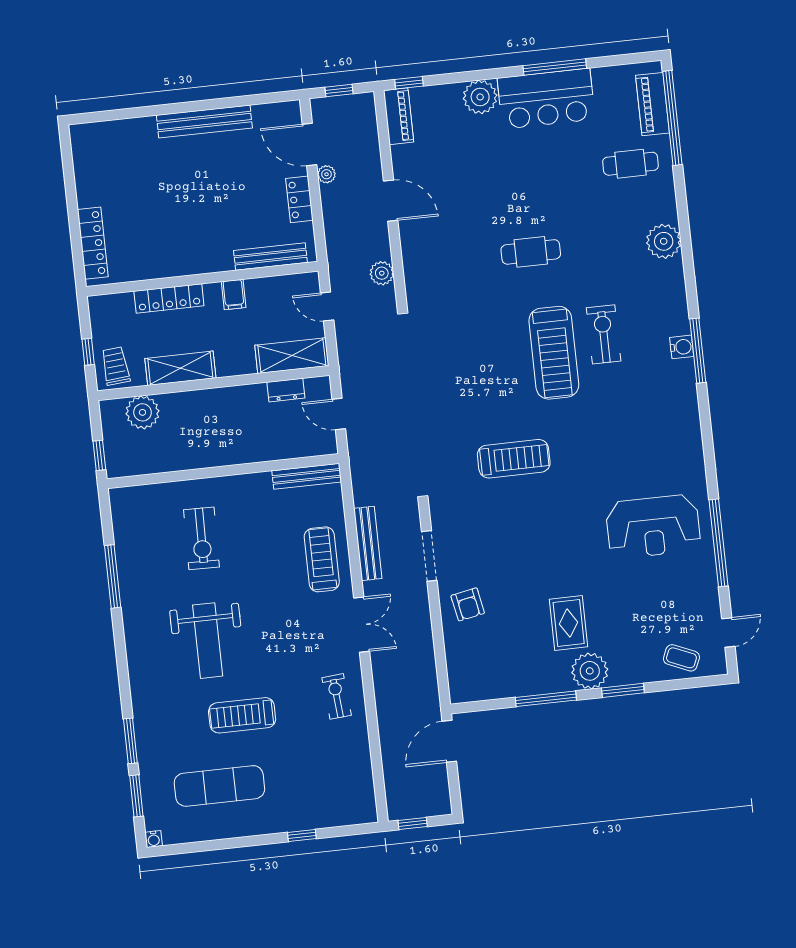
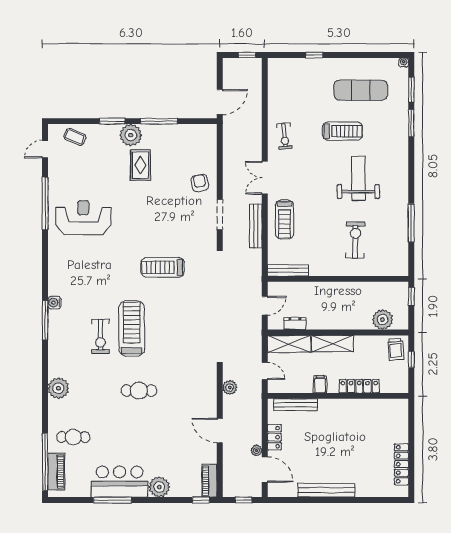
locker: (93, 243) -> (401, 464), moved
water cooler: (682, 347) -> (54, 303), moved
shelving: (180, 368) -> (332, 344), moved
door: (339, 414) -> (265, 306), hinge flipped

